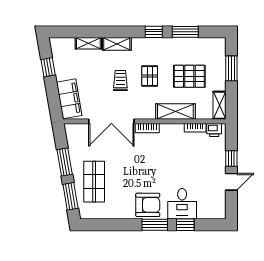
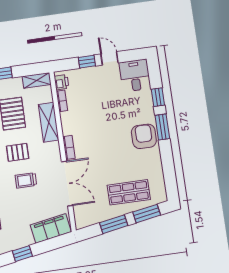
desk: (182, 204) -> (135, 76), moved, turned -90

